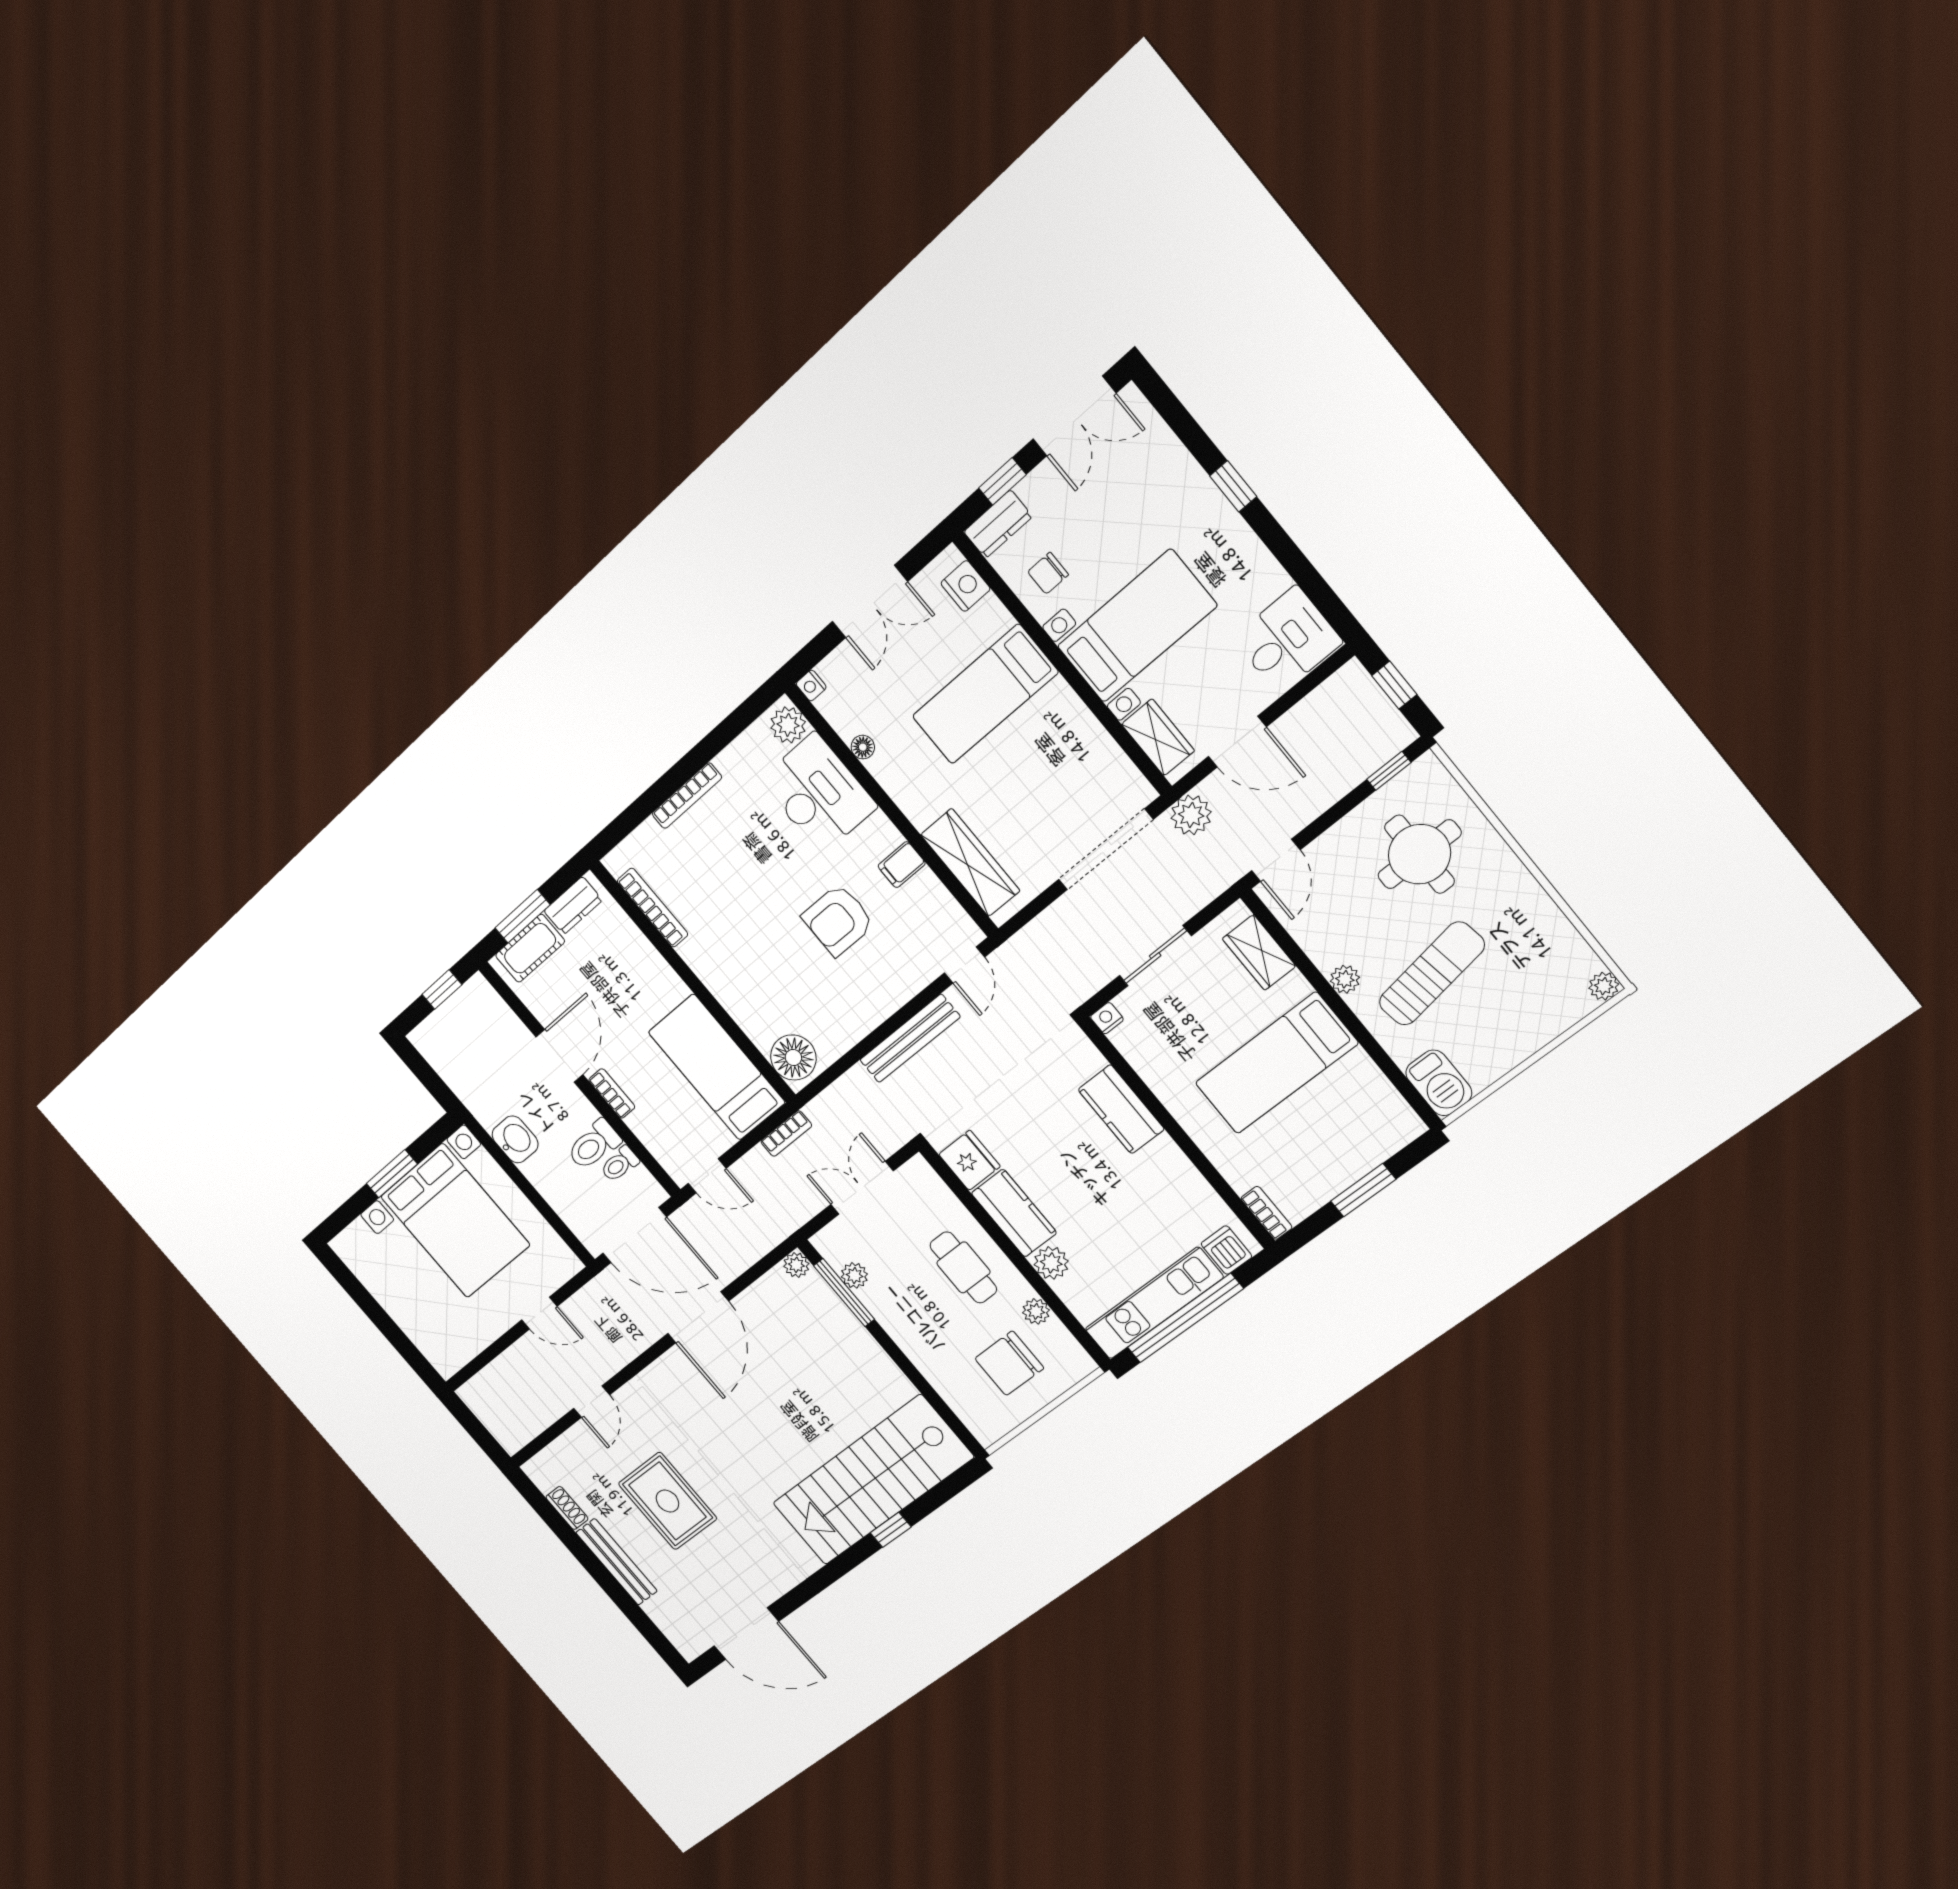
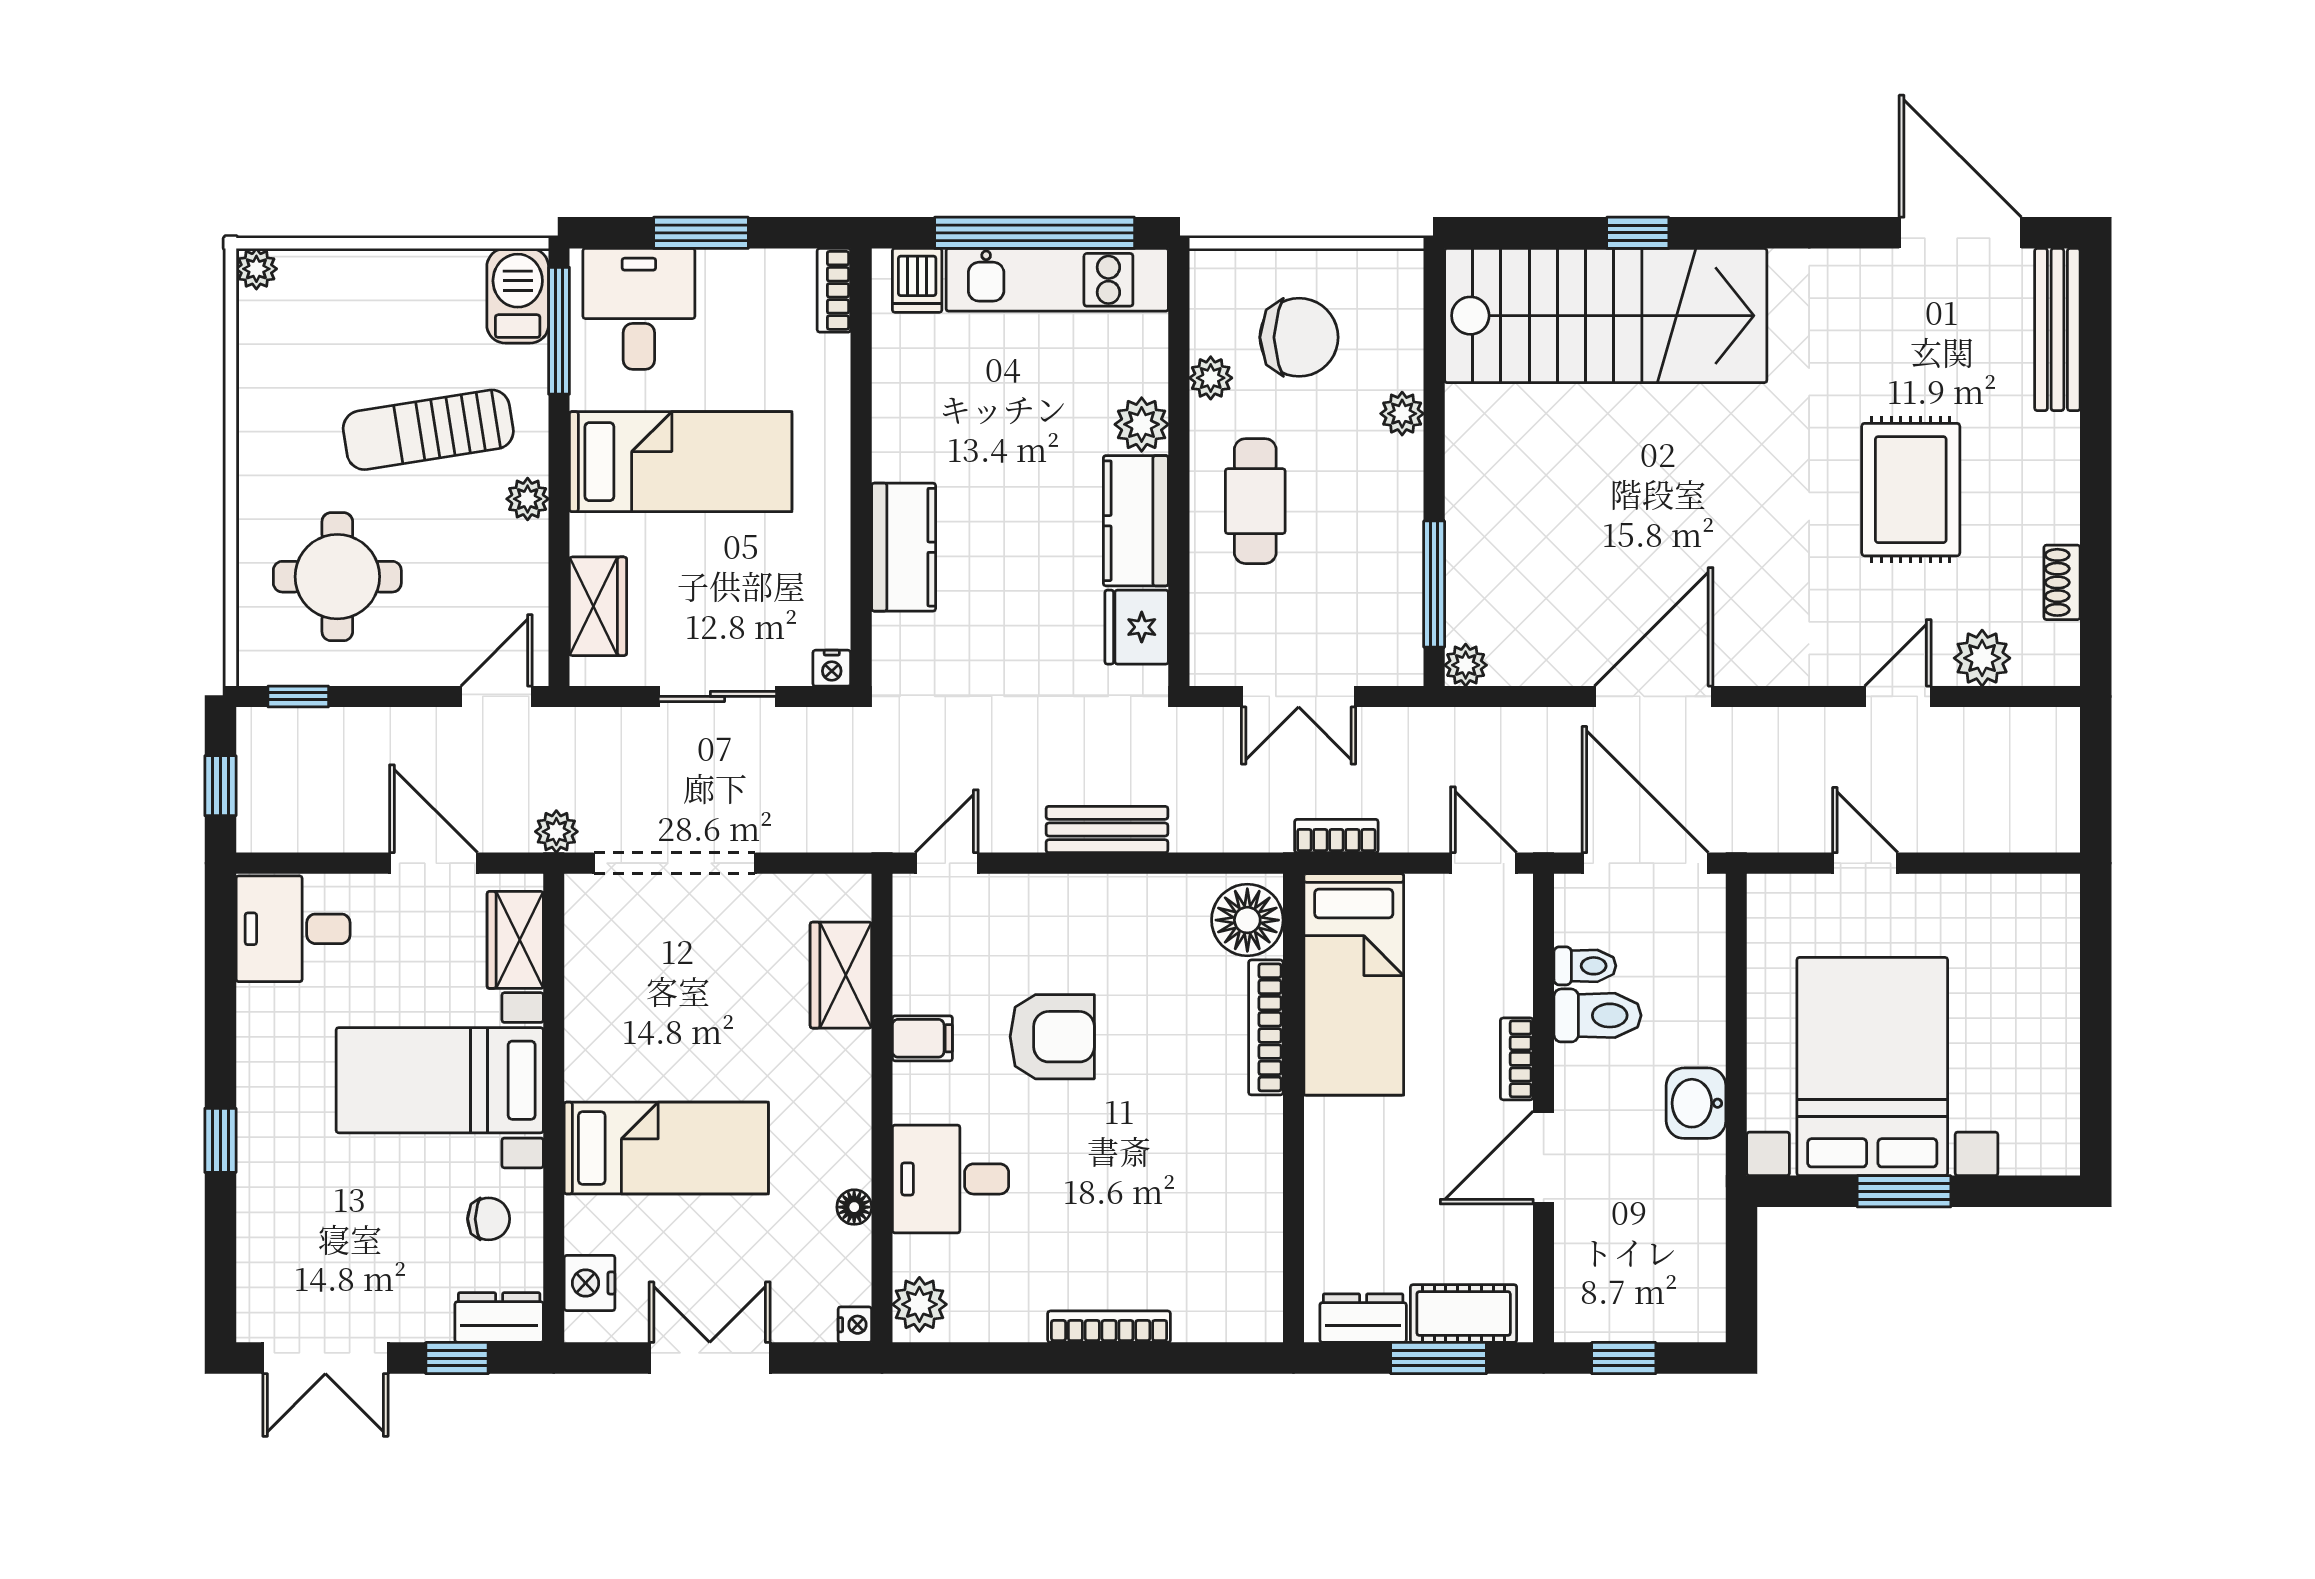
double door: (1074, 416) -> (325, 1358), swing flipped
desk: (818, 793) -> (951, 1179), width x0.73
plant: (1191, 815) -> (556, 832), width x0.73, depth x0.73
wardrobe: (970, 863) -> (841, 975), width x0.67
bookcase: (653, 908) -> (1266, 1027), moved
bench: (910, 1038) -> (1107, 830), width x0.73
window: (1400, 1082) -> (559, 331), added
desk: (1365, 1126) -> (639, 309), added
plant: (854, 1275) -> (1402, 414), moved
plant: (571, 1447) -> (1982, 658), added
bench: (616, 1562) -> (2057, 330), moved

